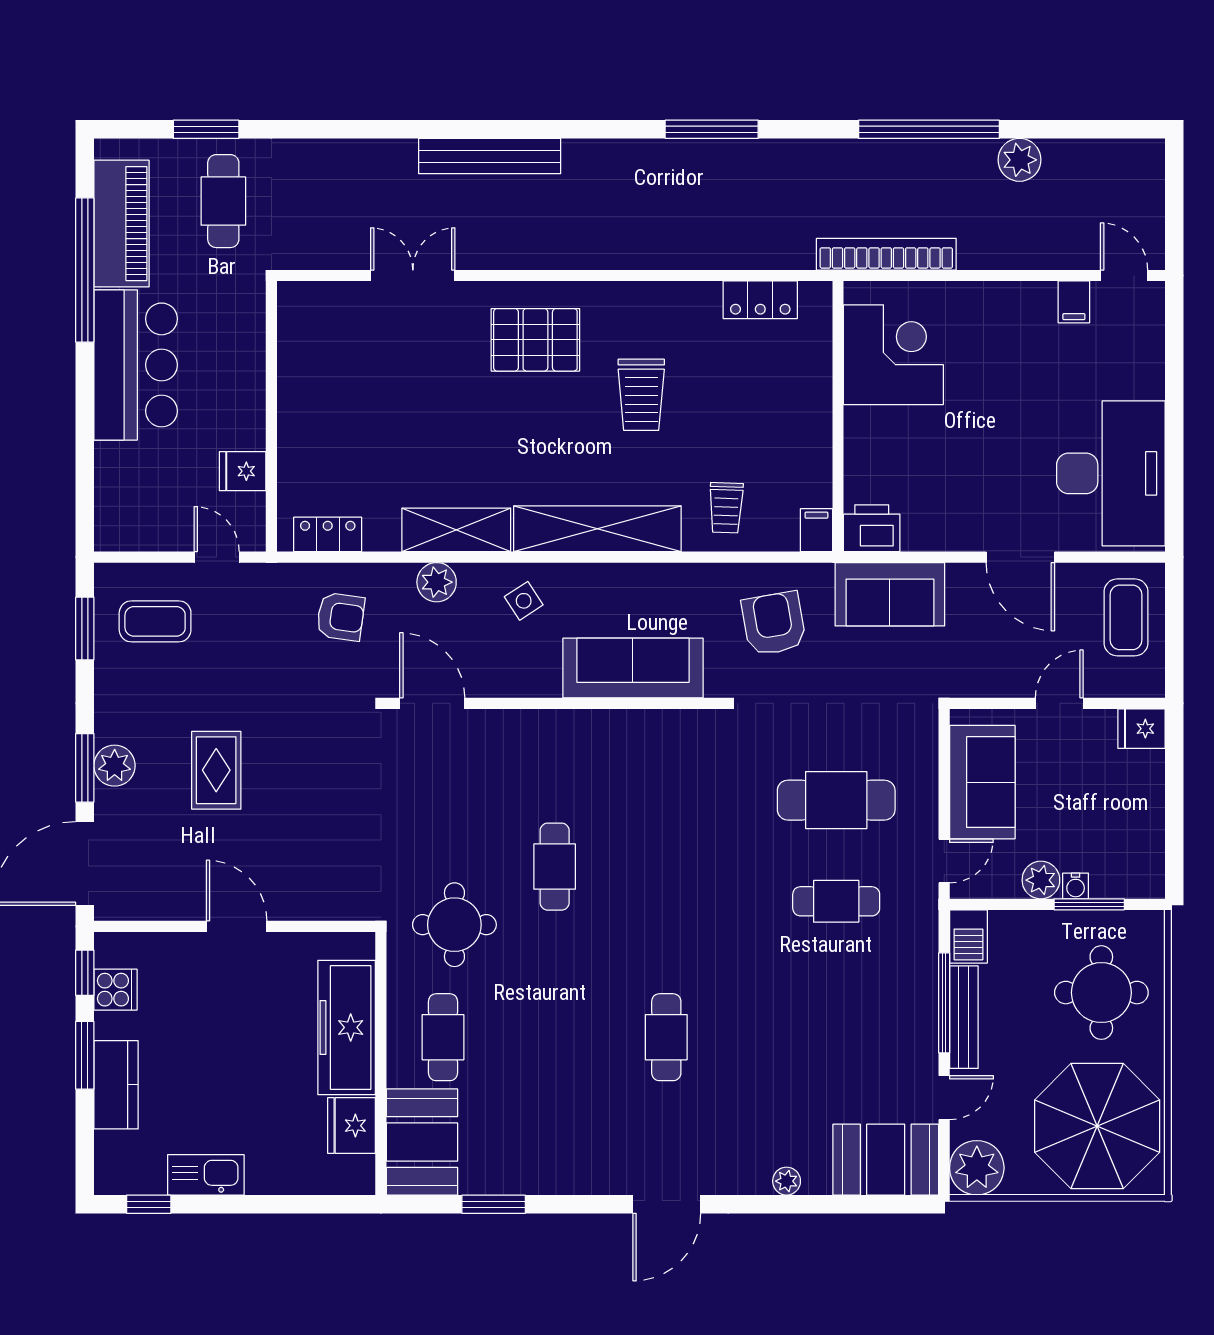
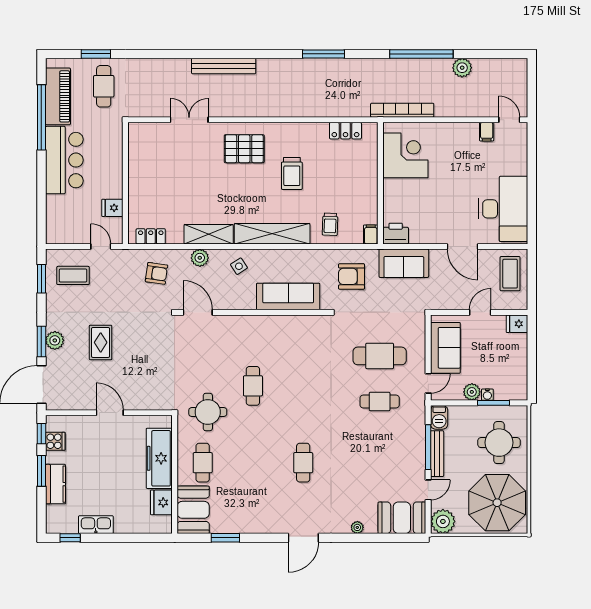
armchair: (774, 624) -> (352, 276), turned -80

